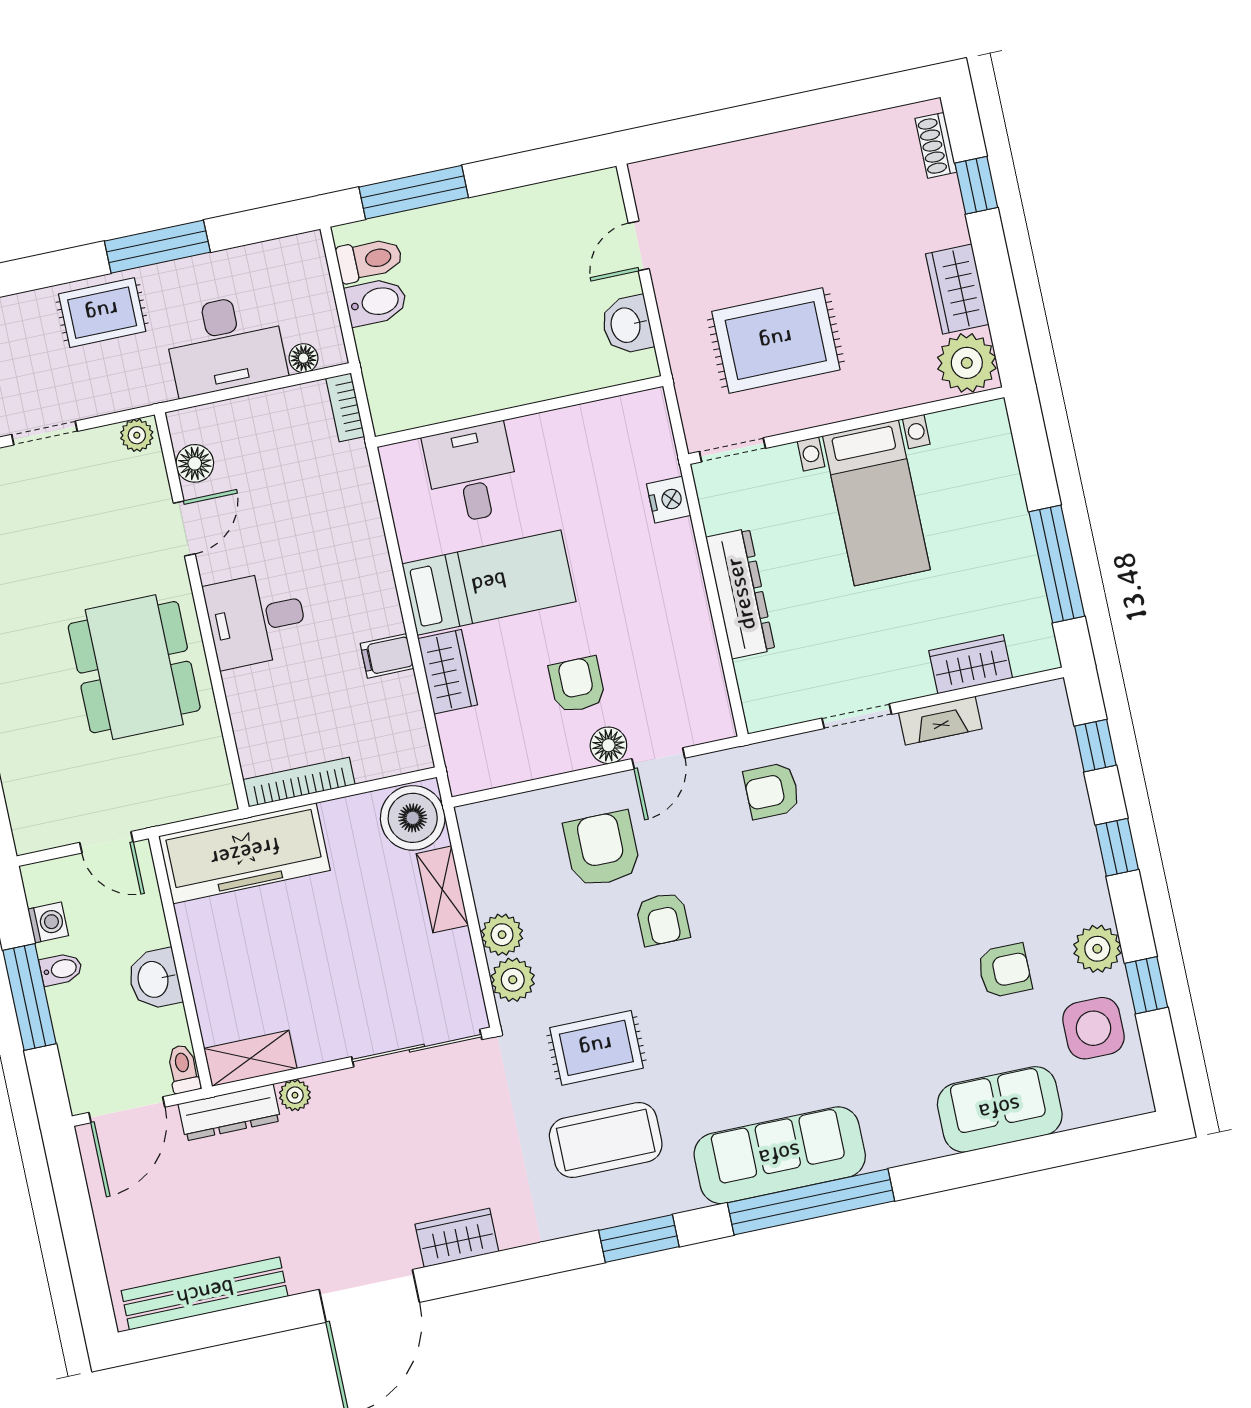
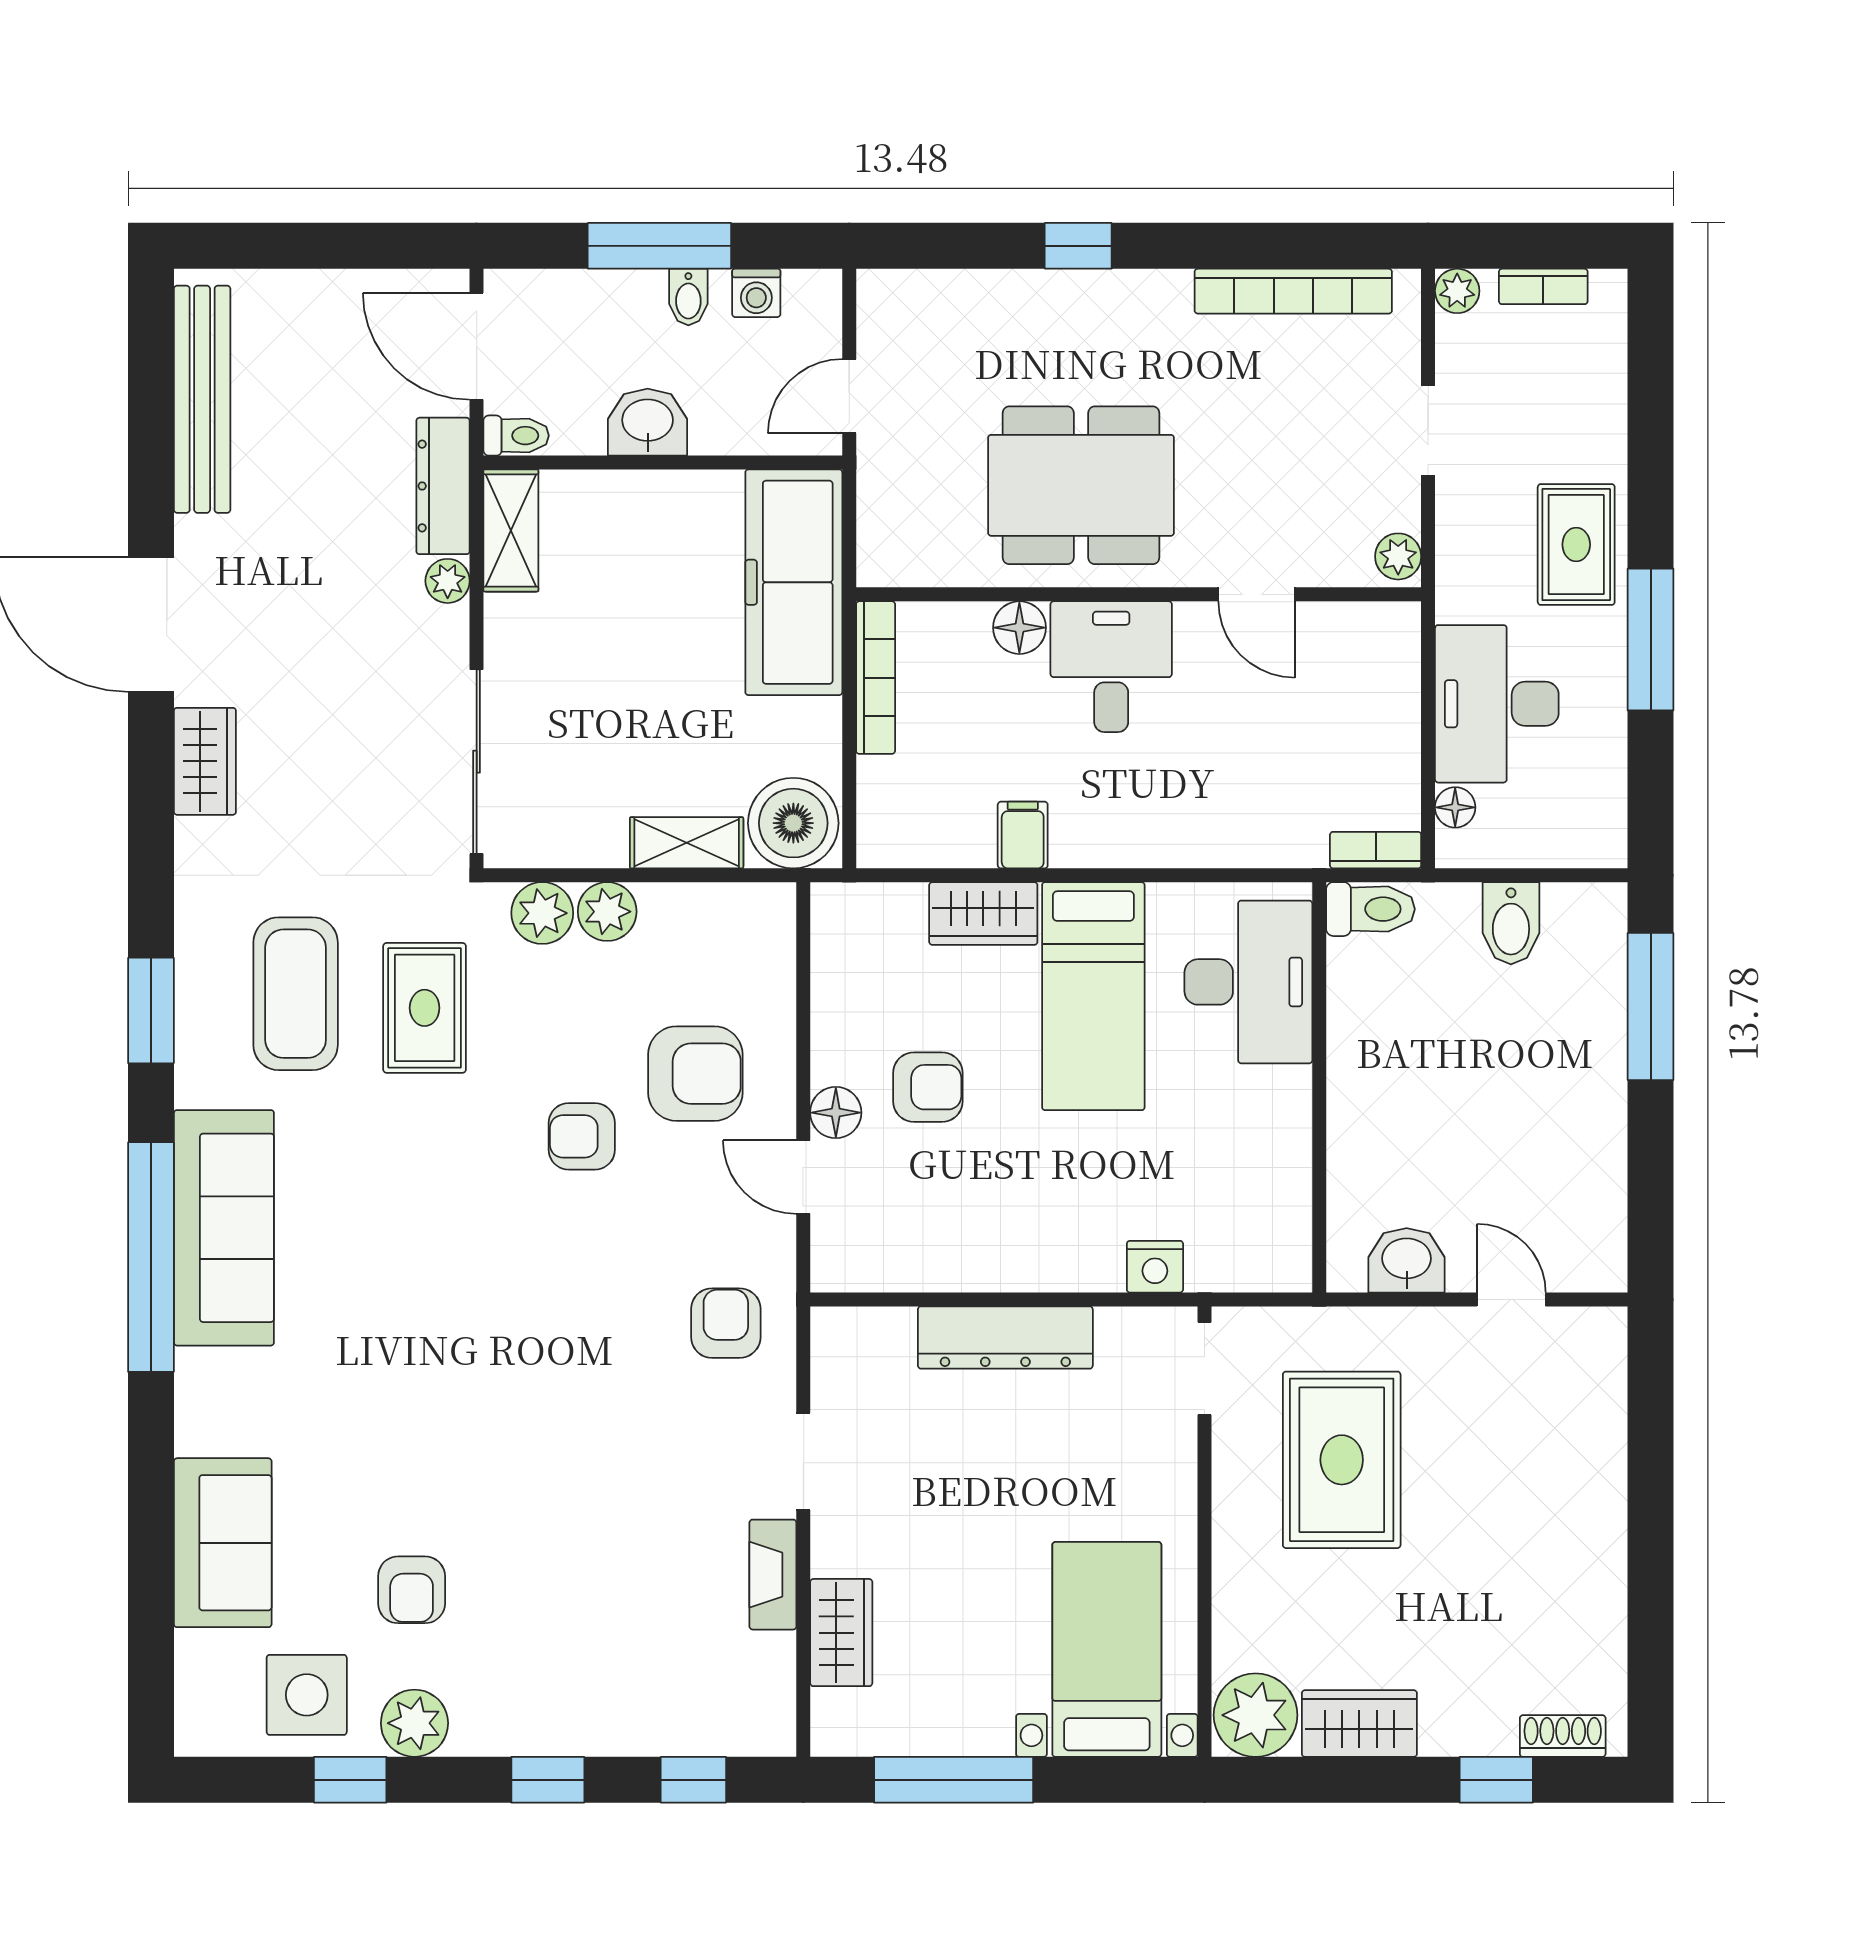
toilet: (369, 260) -> (1370, 909), moved, turned -90
floor lamp: (195, 463) -> (1019, 628), moved
desk: (471, 473) -> (1248, 982), width x1.37
bed with nightstands: (876, 503) -> (1107, 1649), moved, turned 90

